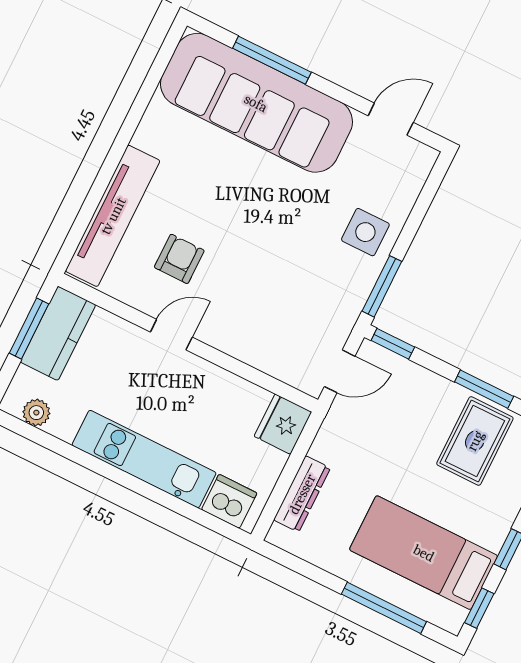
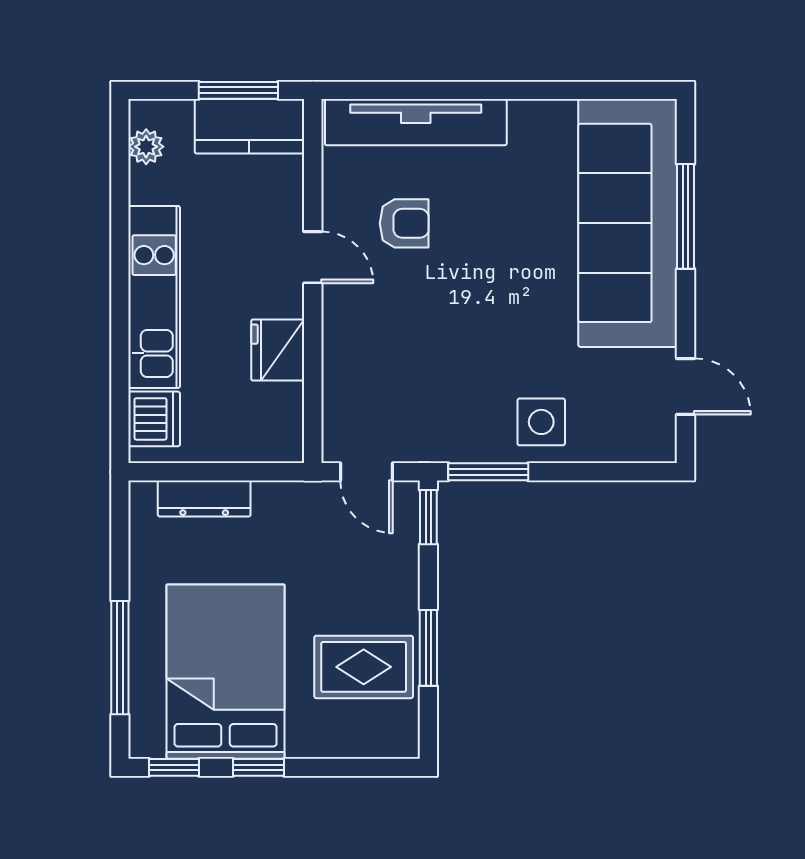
fridge: (283, 424) -> (278, 350), moved, turned -90
bed: (424, 553) -> (226, 672), width x1.50

